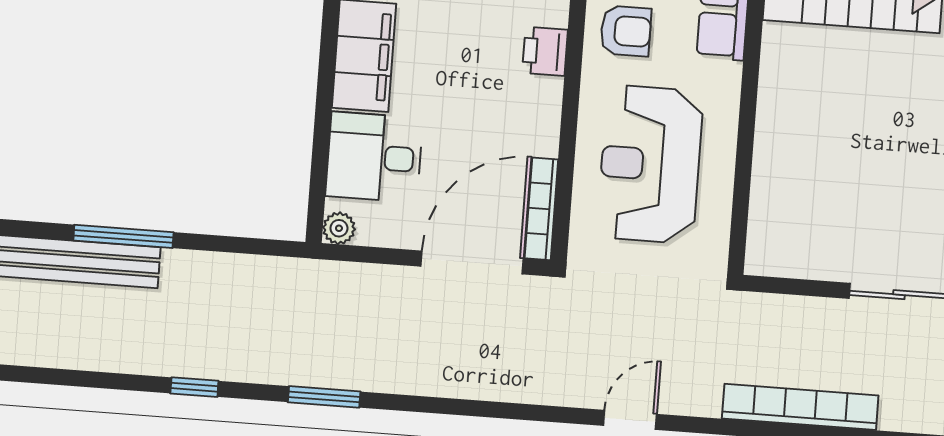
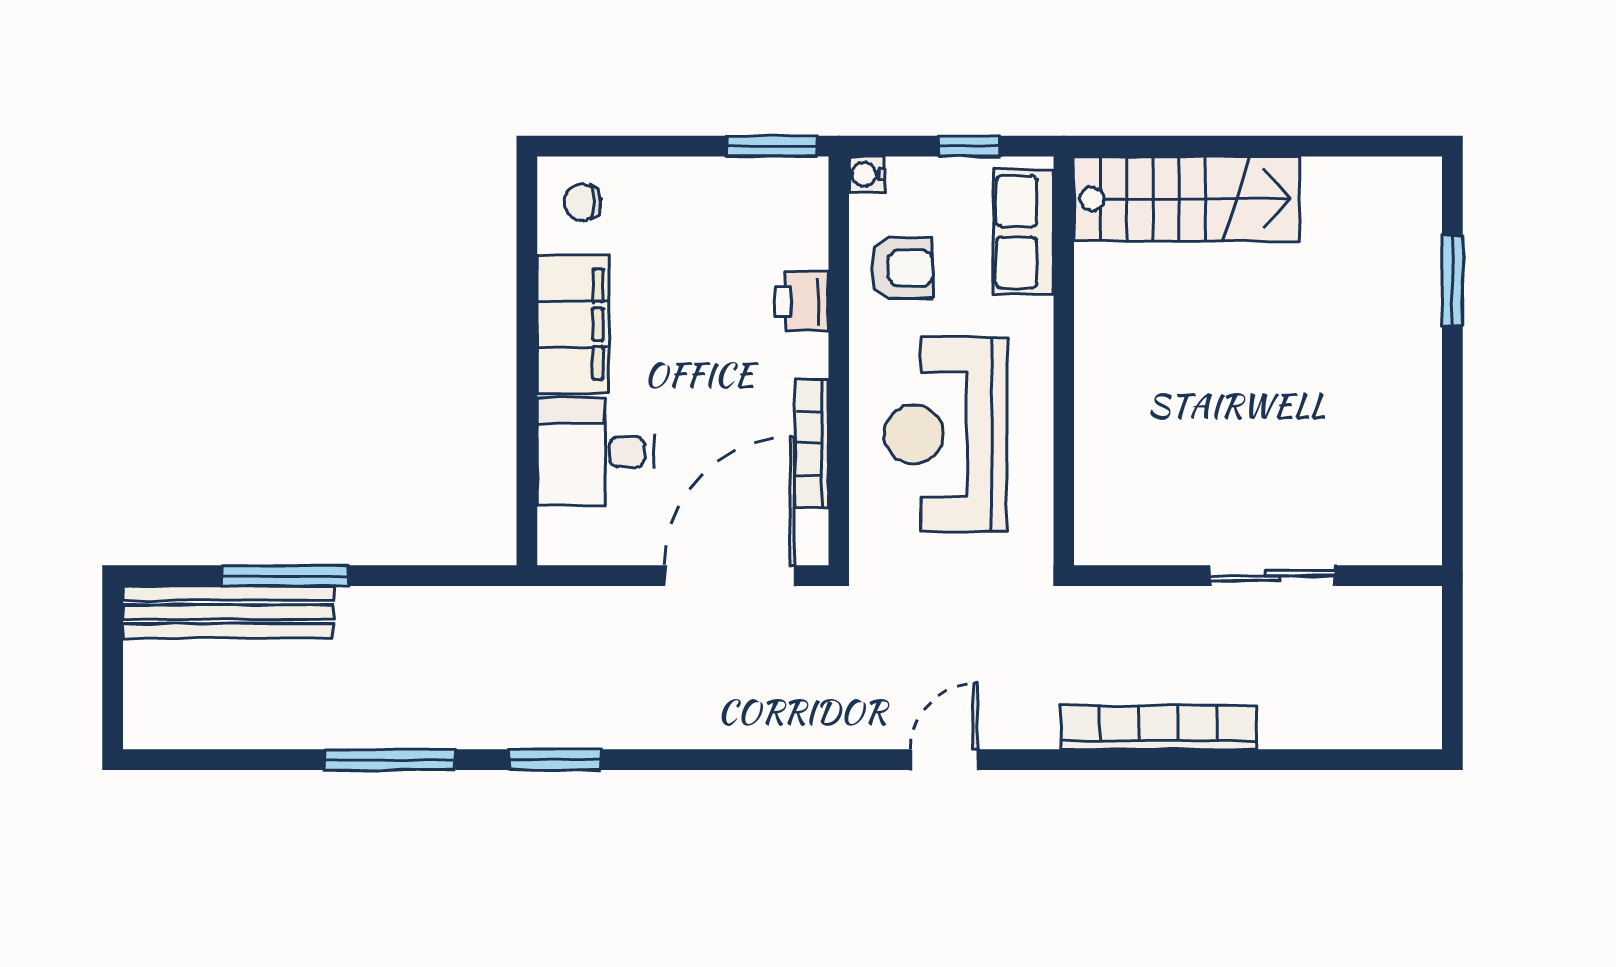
bookcase: (541, 209) -> (812, 443), moved
plant: (339, 228) -> (558, 545), removed
window: (194, 387) -> (390, 760), width x2.17

